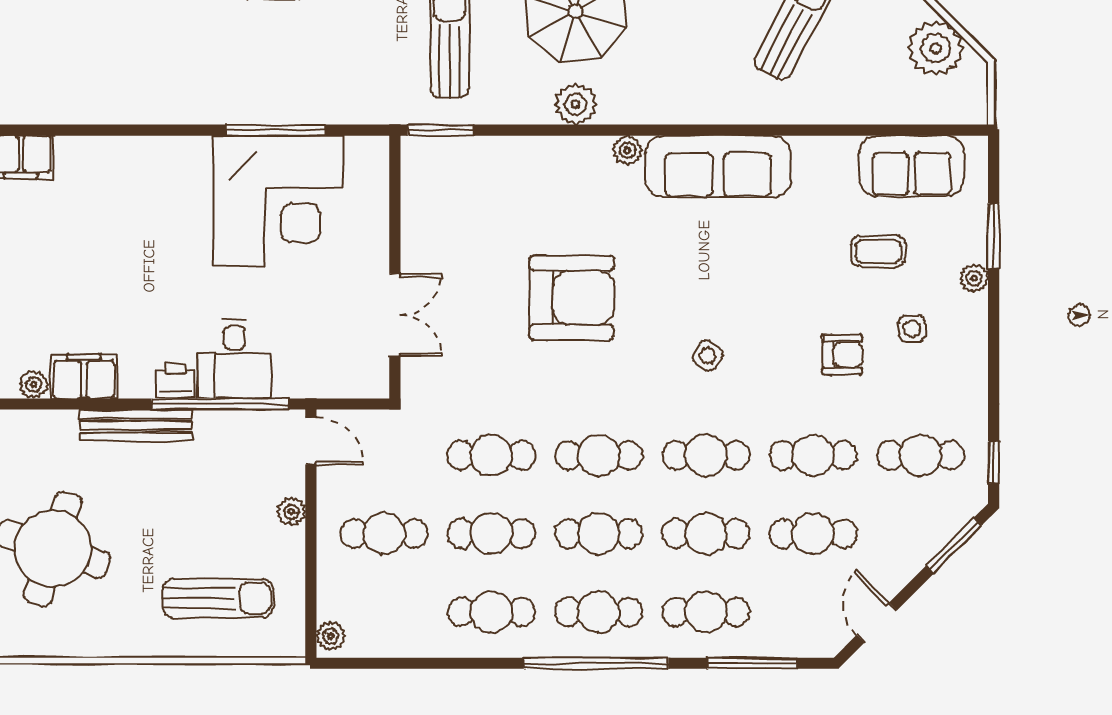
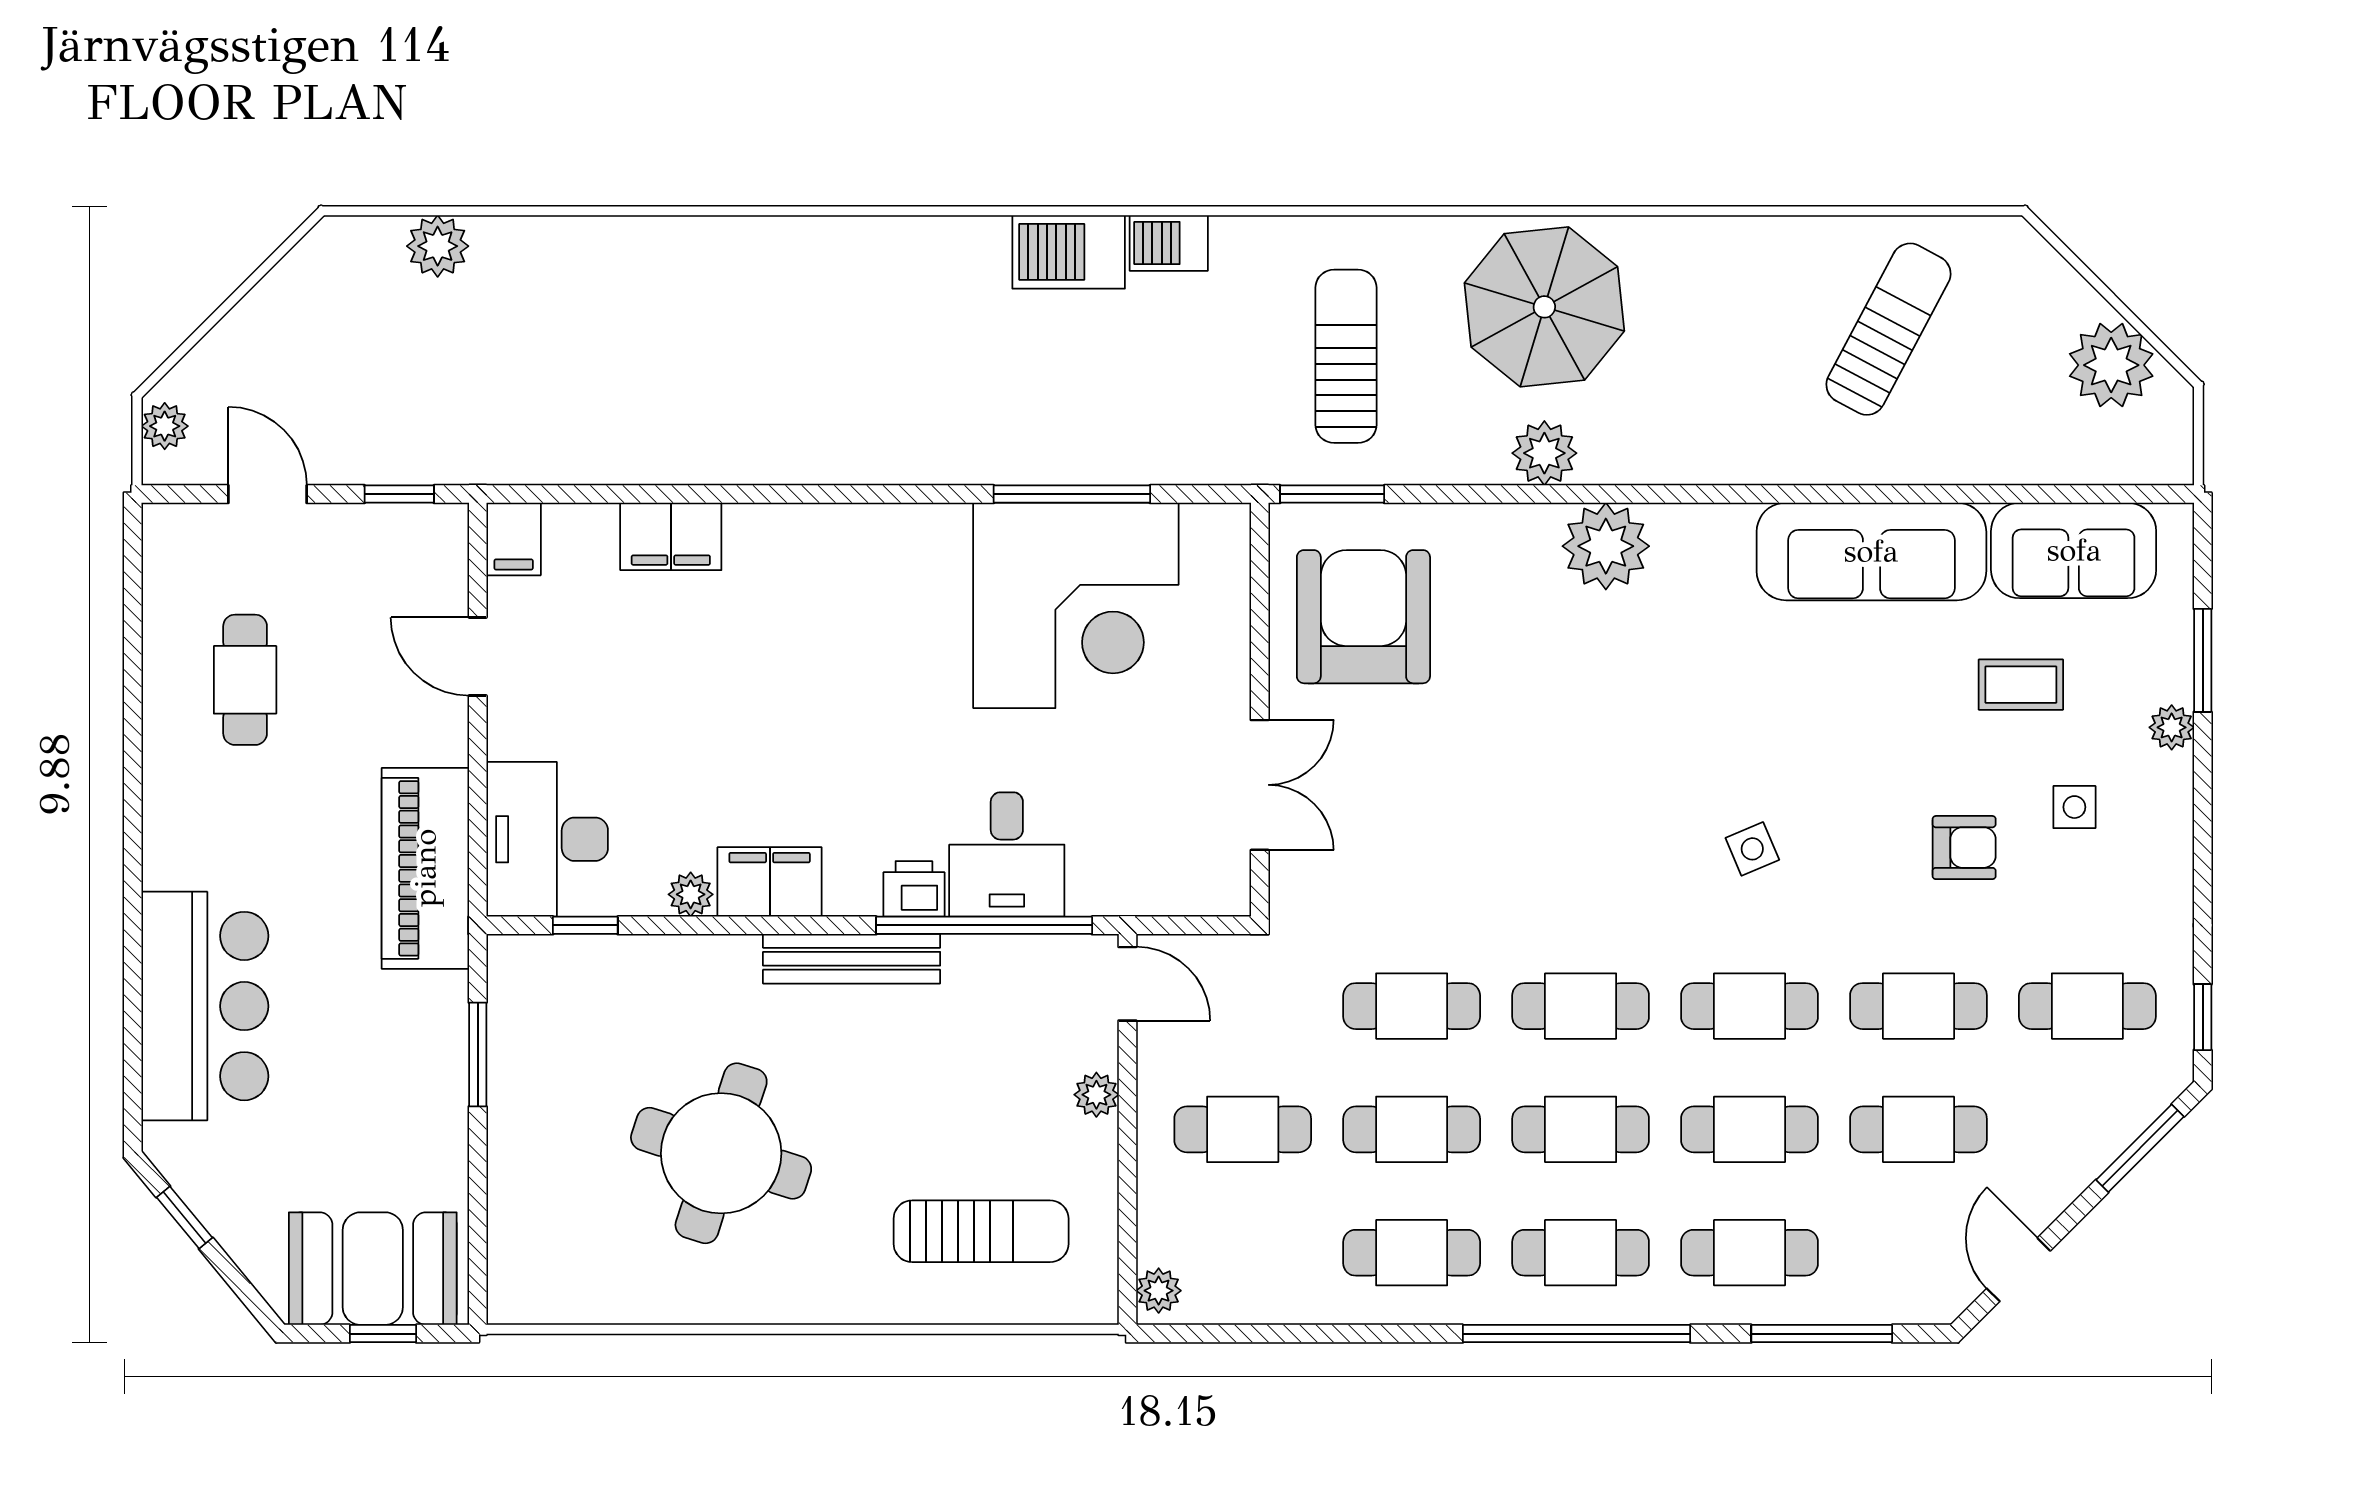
plant: (628, 150) -> (1606, 546), width x1.88, depth x1.88
sofa: (718, 167) -> (1871, 551), moved
armchair: (571, 298) -> (1363, 617), moved, turned -90
side table: (708, 356) -> (1752, 849), turned 35

